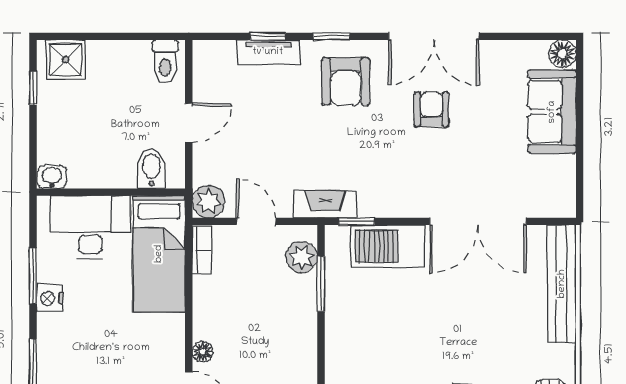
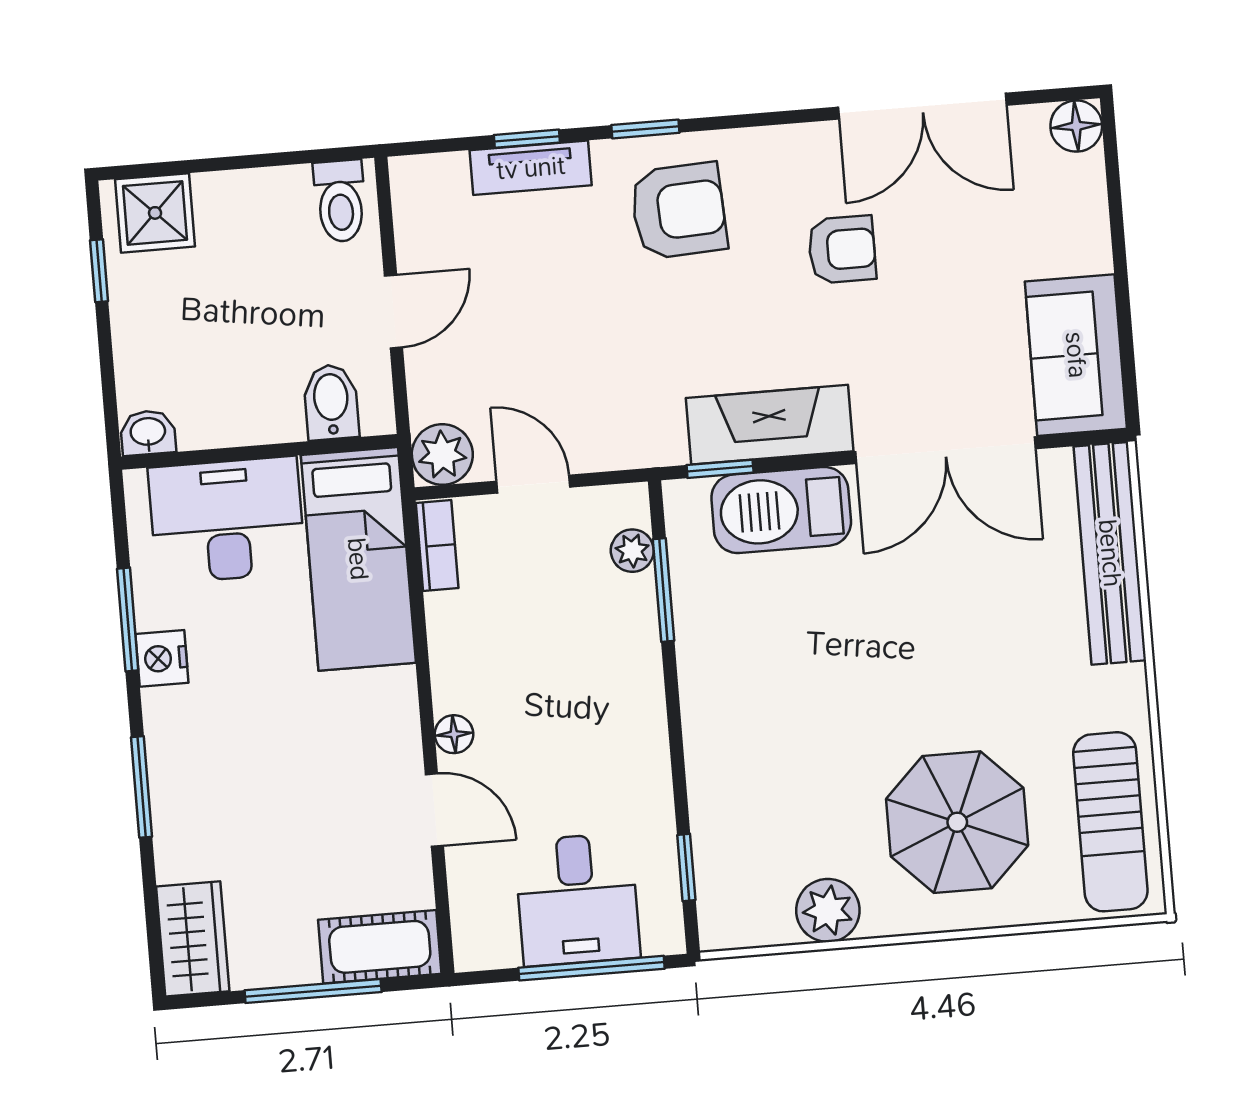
double door: (434, 36) -> (922, 106), moved
armchair: (346, 81) -> (679, 211), turned -93
armchair: (432, 109) -> (842, 249), turned 90
sofa: (552, 112) -> (1076, 355), moved
fireplace: (325, 204) -> (770, 425), moved, width x1.37, depth x1.32
plant: (302, 257) -> (632, 551), width x0.73, depth x0.73

